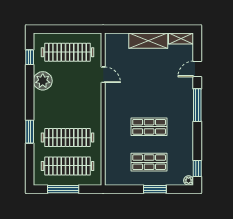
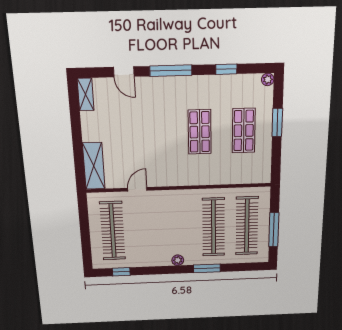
shelving: (148, 41) -> (94, 166), moved
plant: (43, 81) -> (178, 260), moved, width x0.53, depth x0.53
window: (197, 169) -> (226, 69), moved

